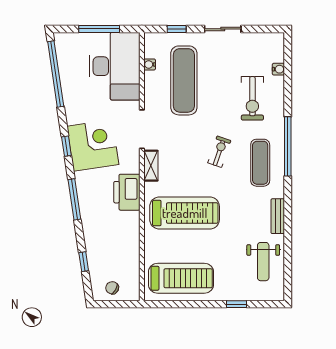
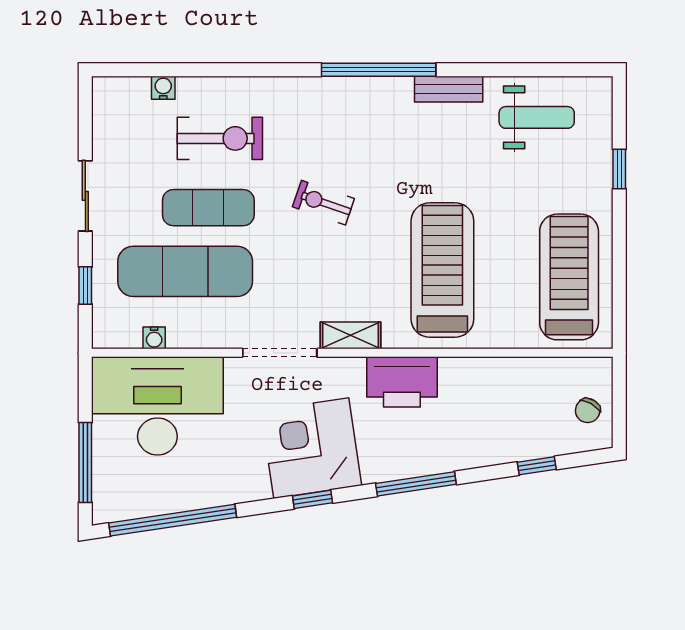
window: (99, 29) -> (85, 462), moved
window: (288, 146) -> (379, 70), moved
exercise mat: (260, 163) -> (208, 208), moved

